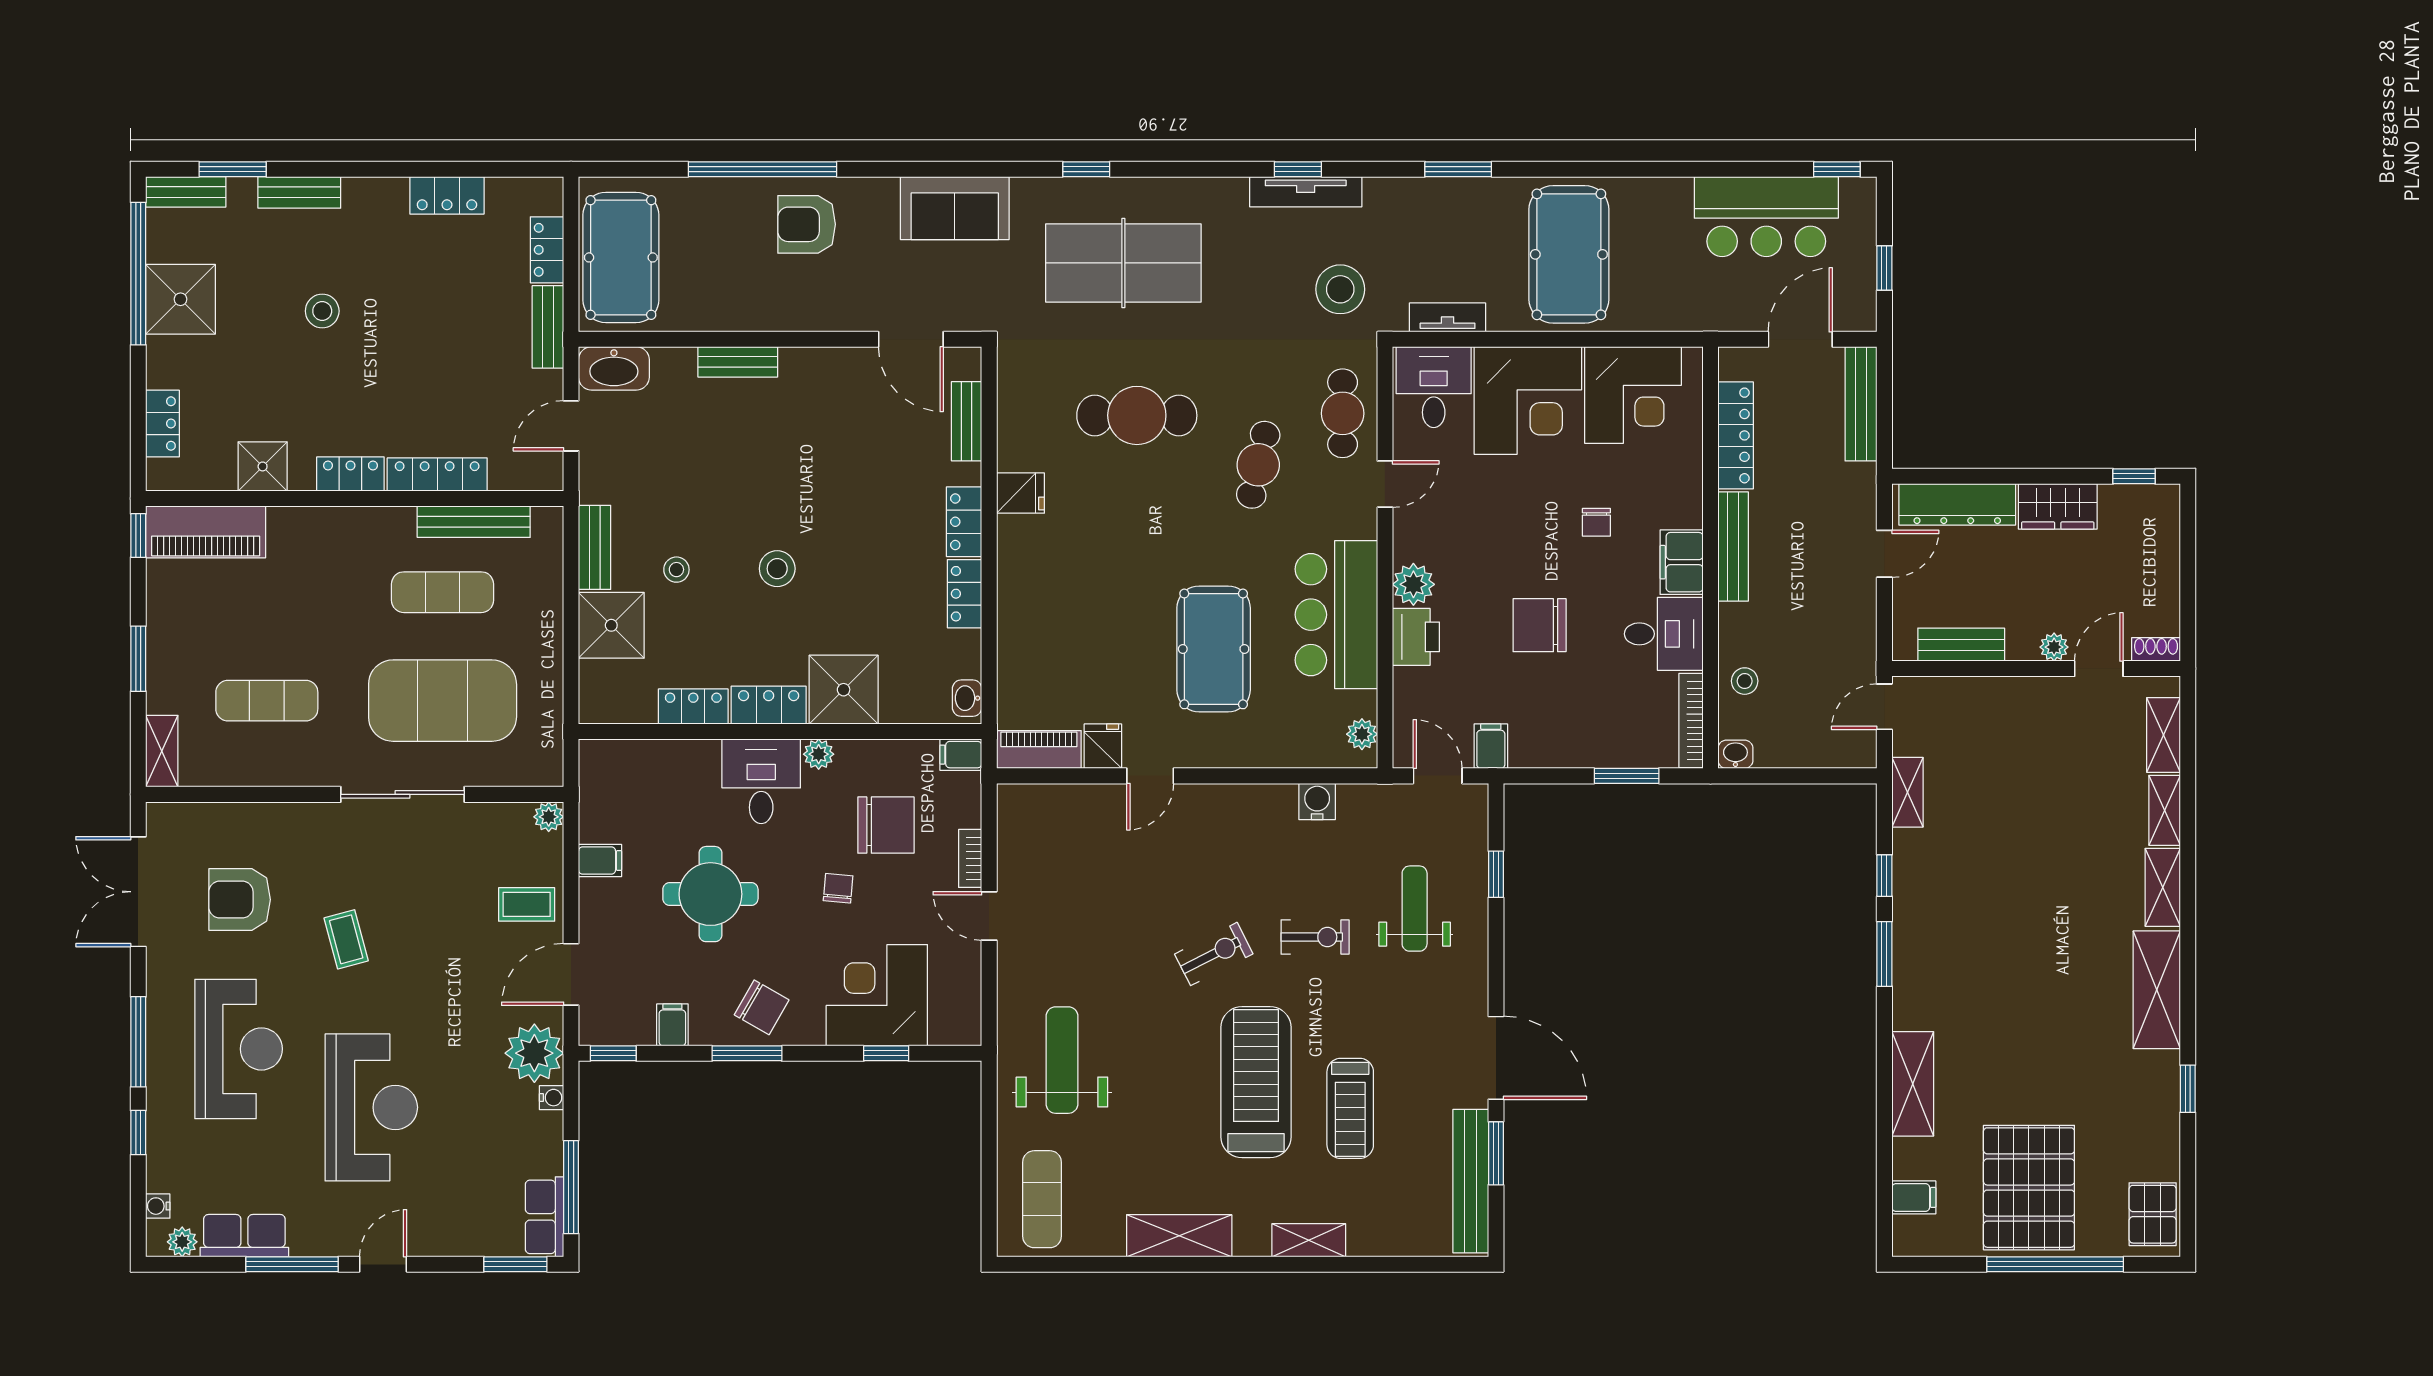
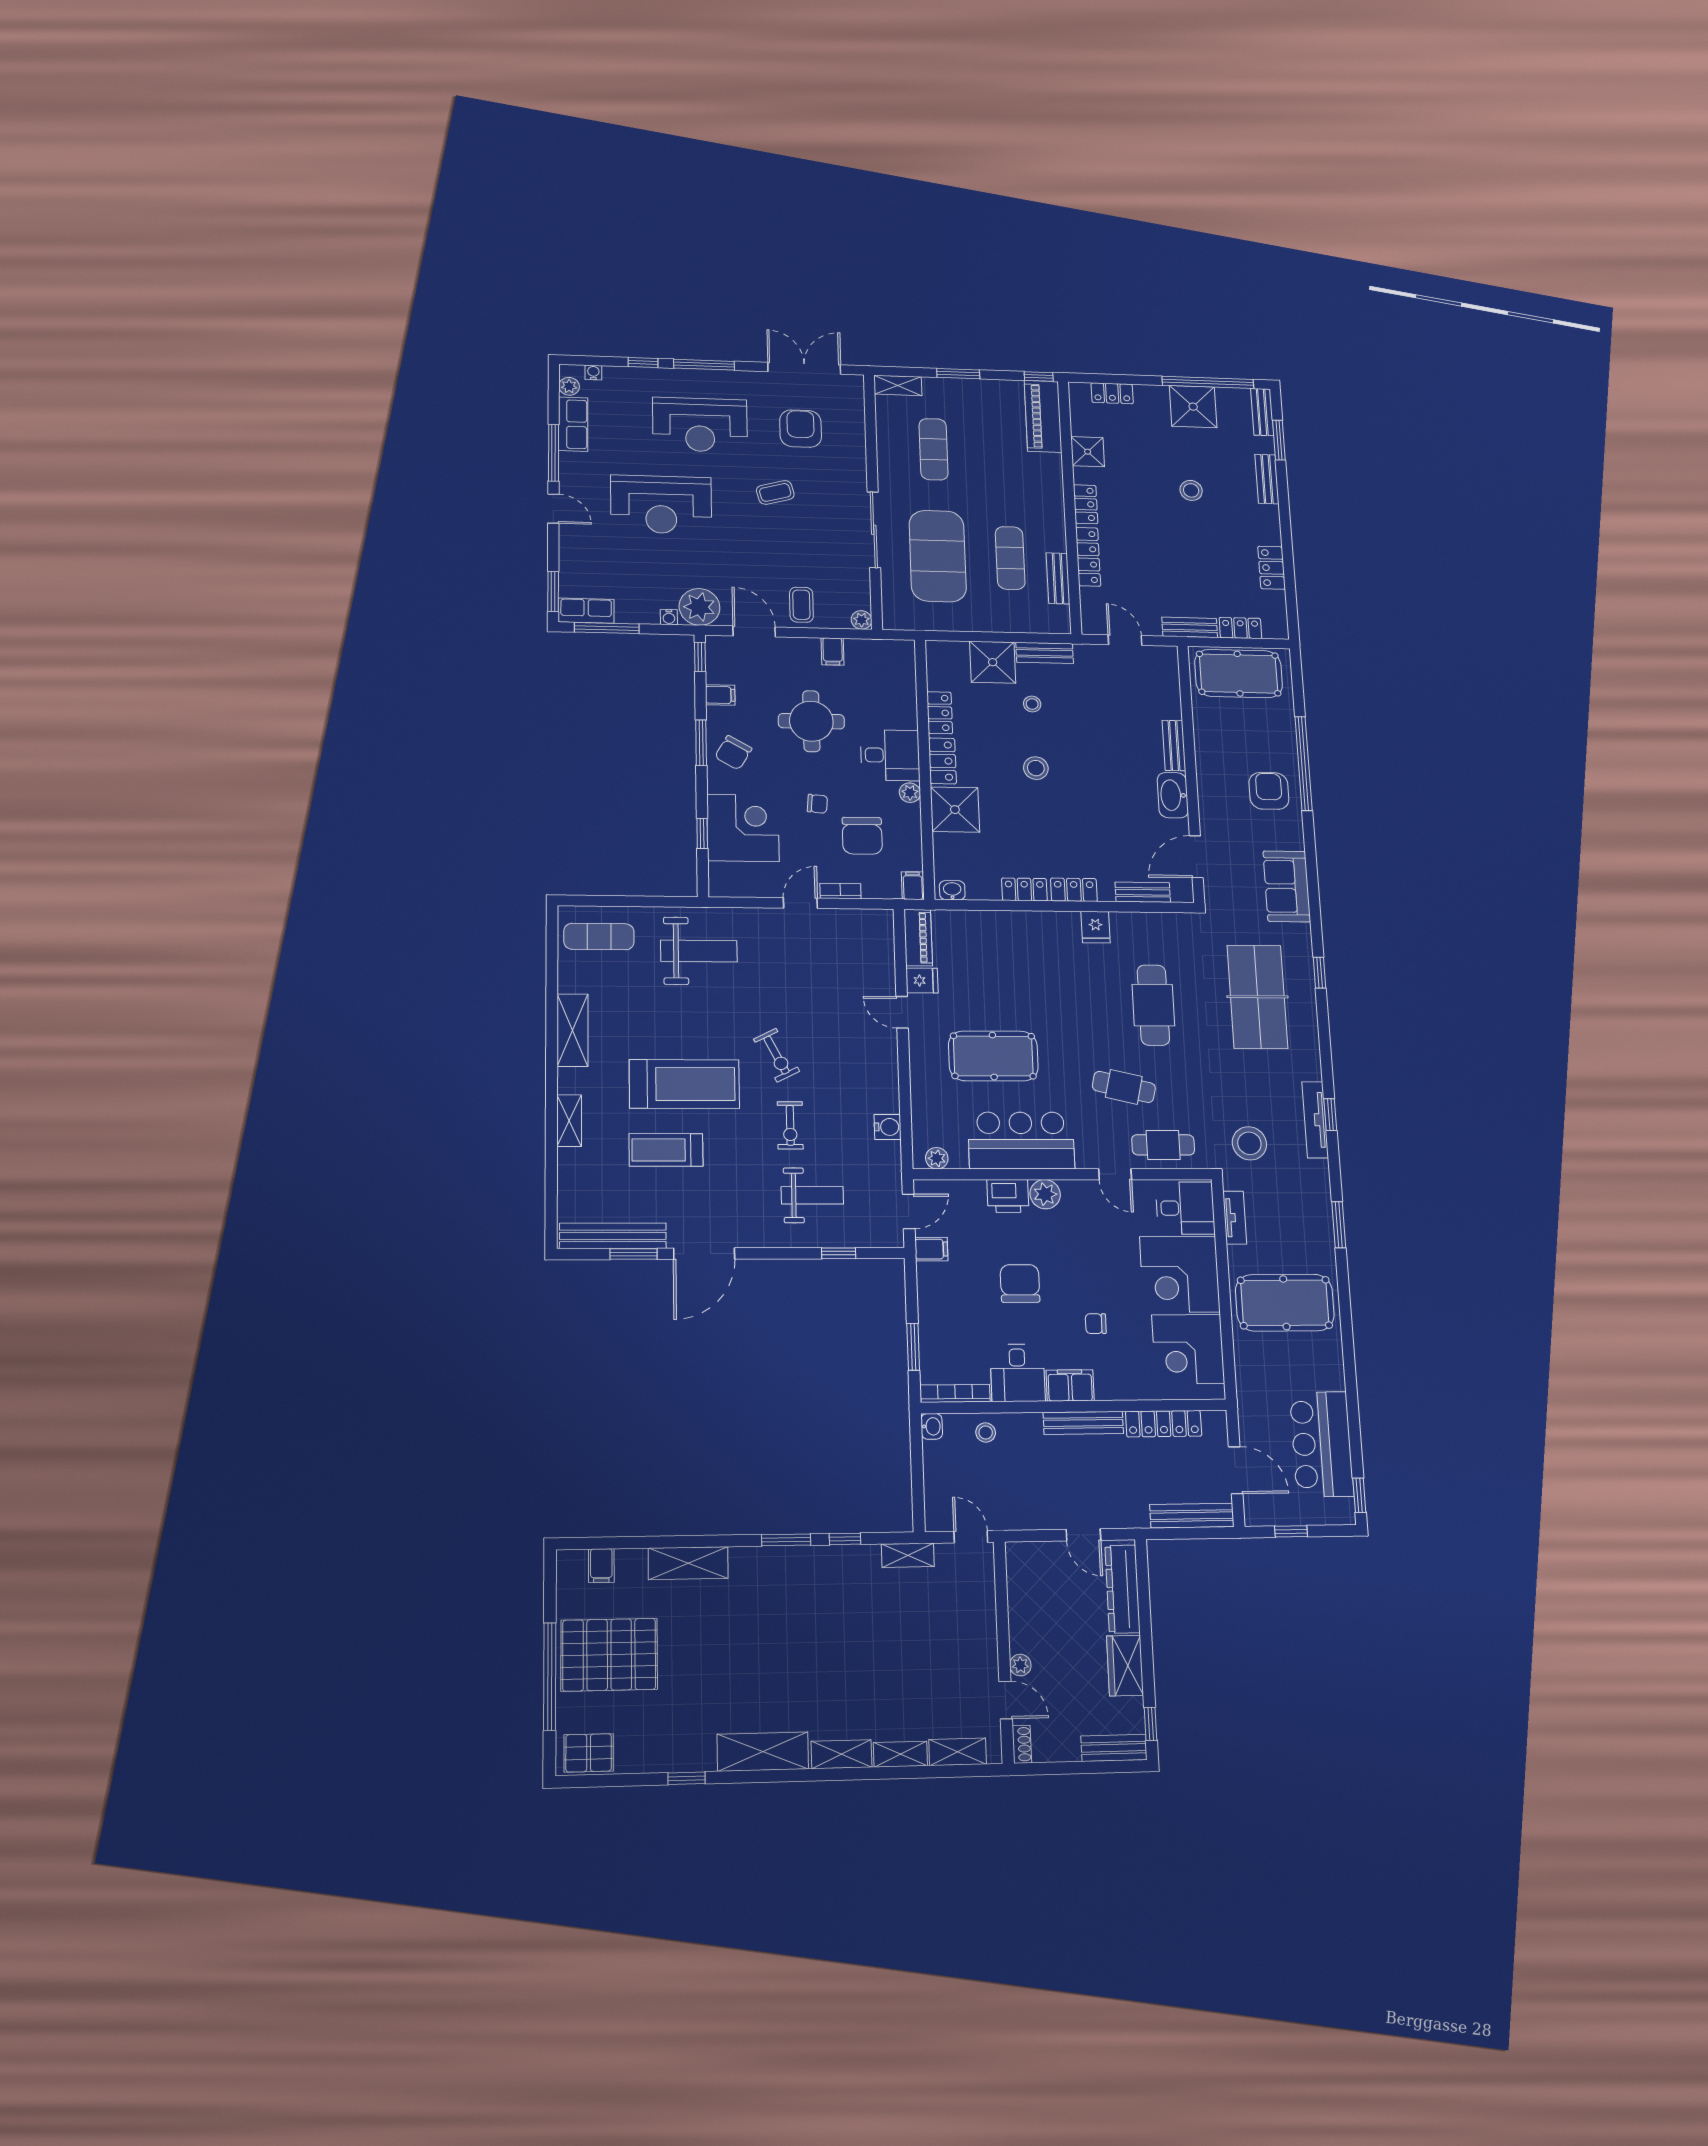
washbasin: (614, 368) -> (1173, 795), moved
bench: (474, 522) -> (1058, 578), width x0.73
bench: (1961, 645) -> (1114, 1748), moved, turned 90

